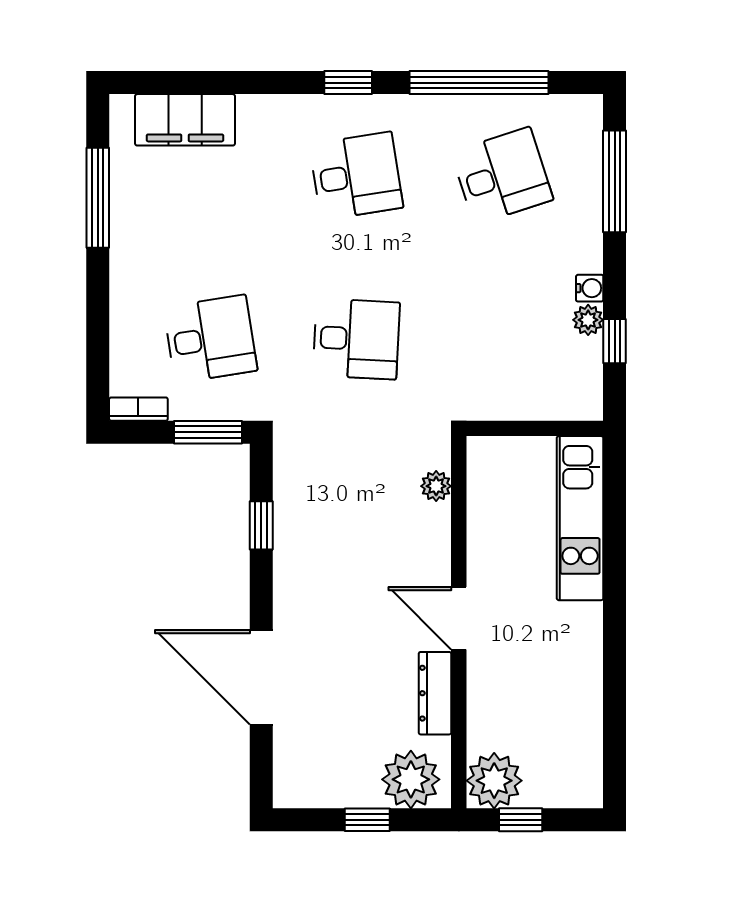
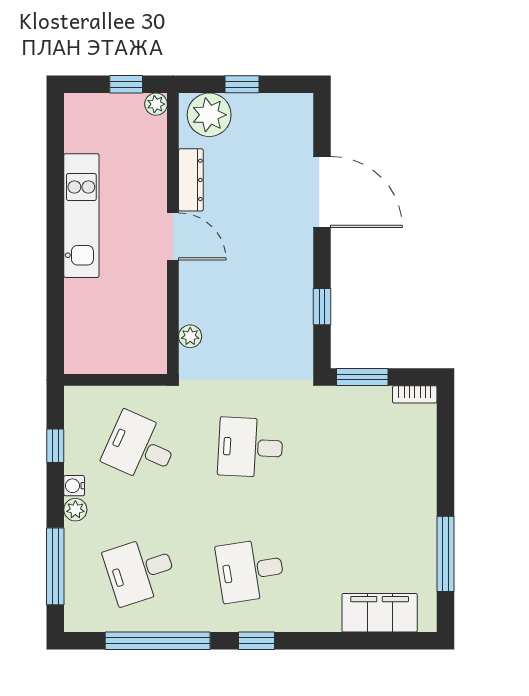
plant: (588, 320) -> (75, 510), moved
desk: (210, 339) -> (140, 447), moved, turned 33
kitchen unit: (580, 518) -> (81, 216), moved
plant: (494, 781) -> (156, 104), width x0.53, depth x0.53

